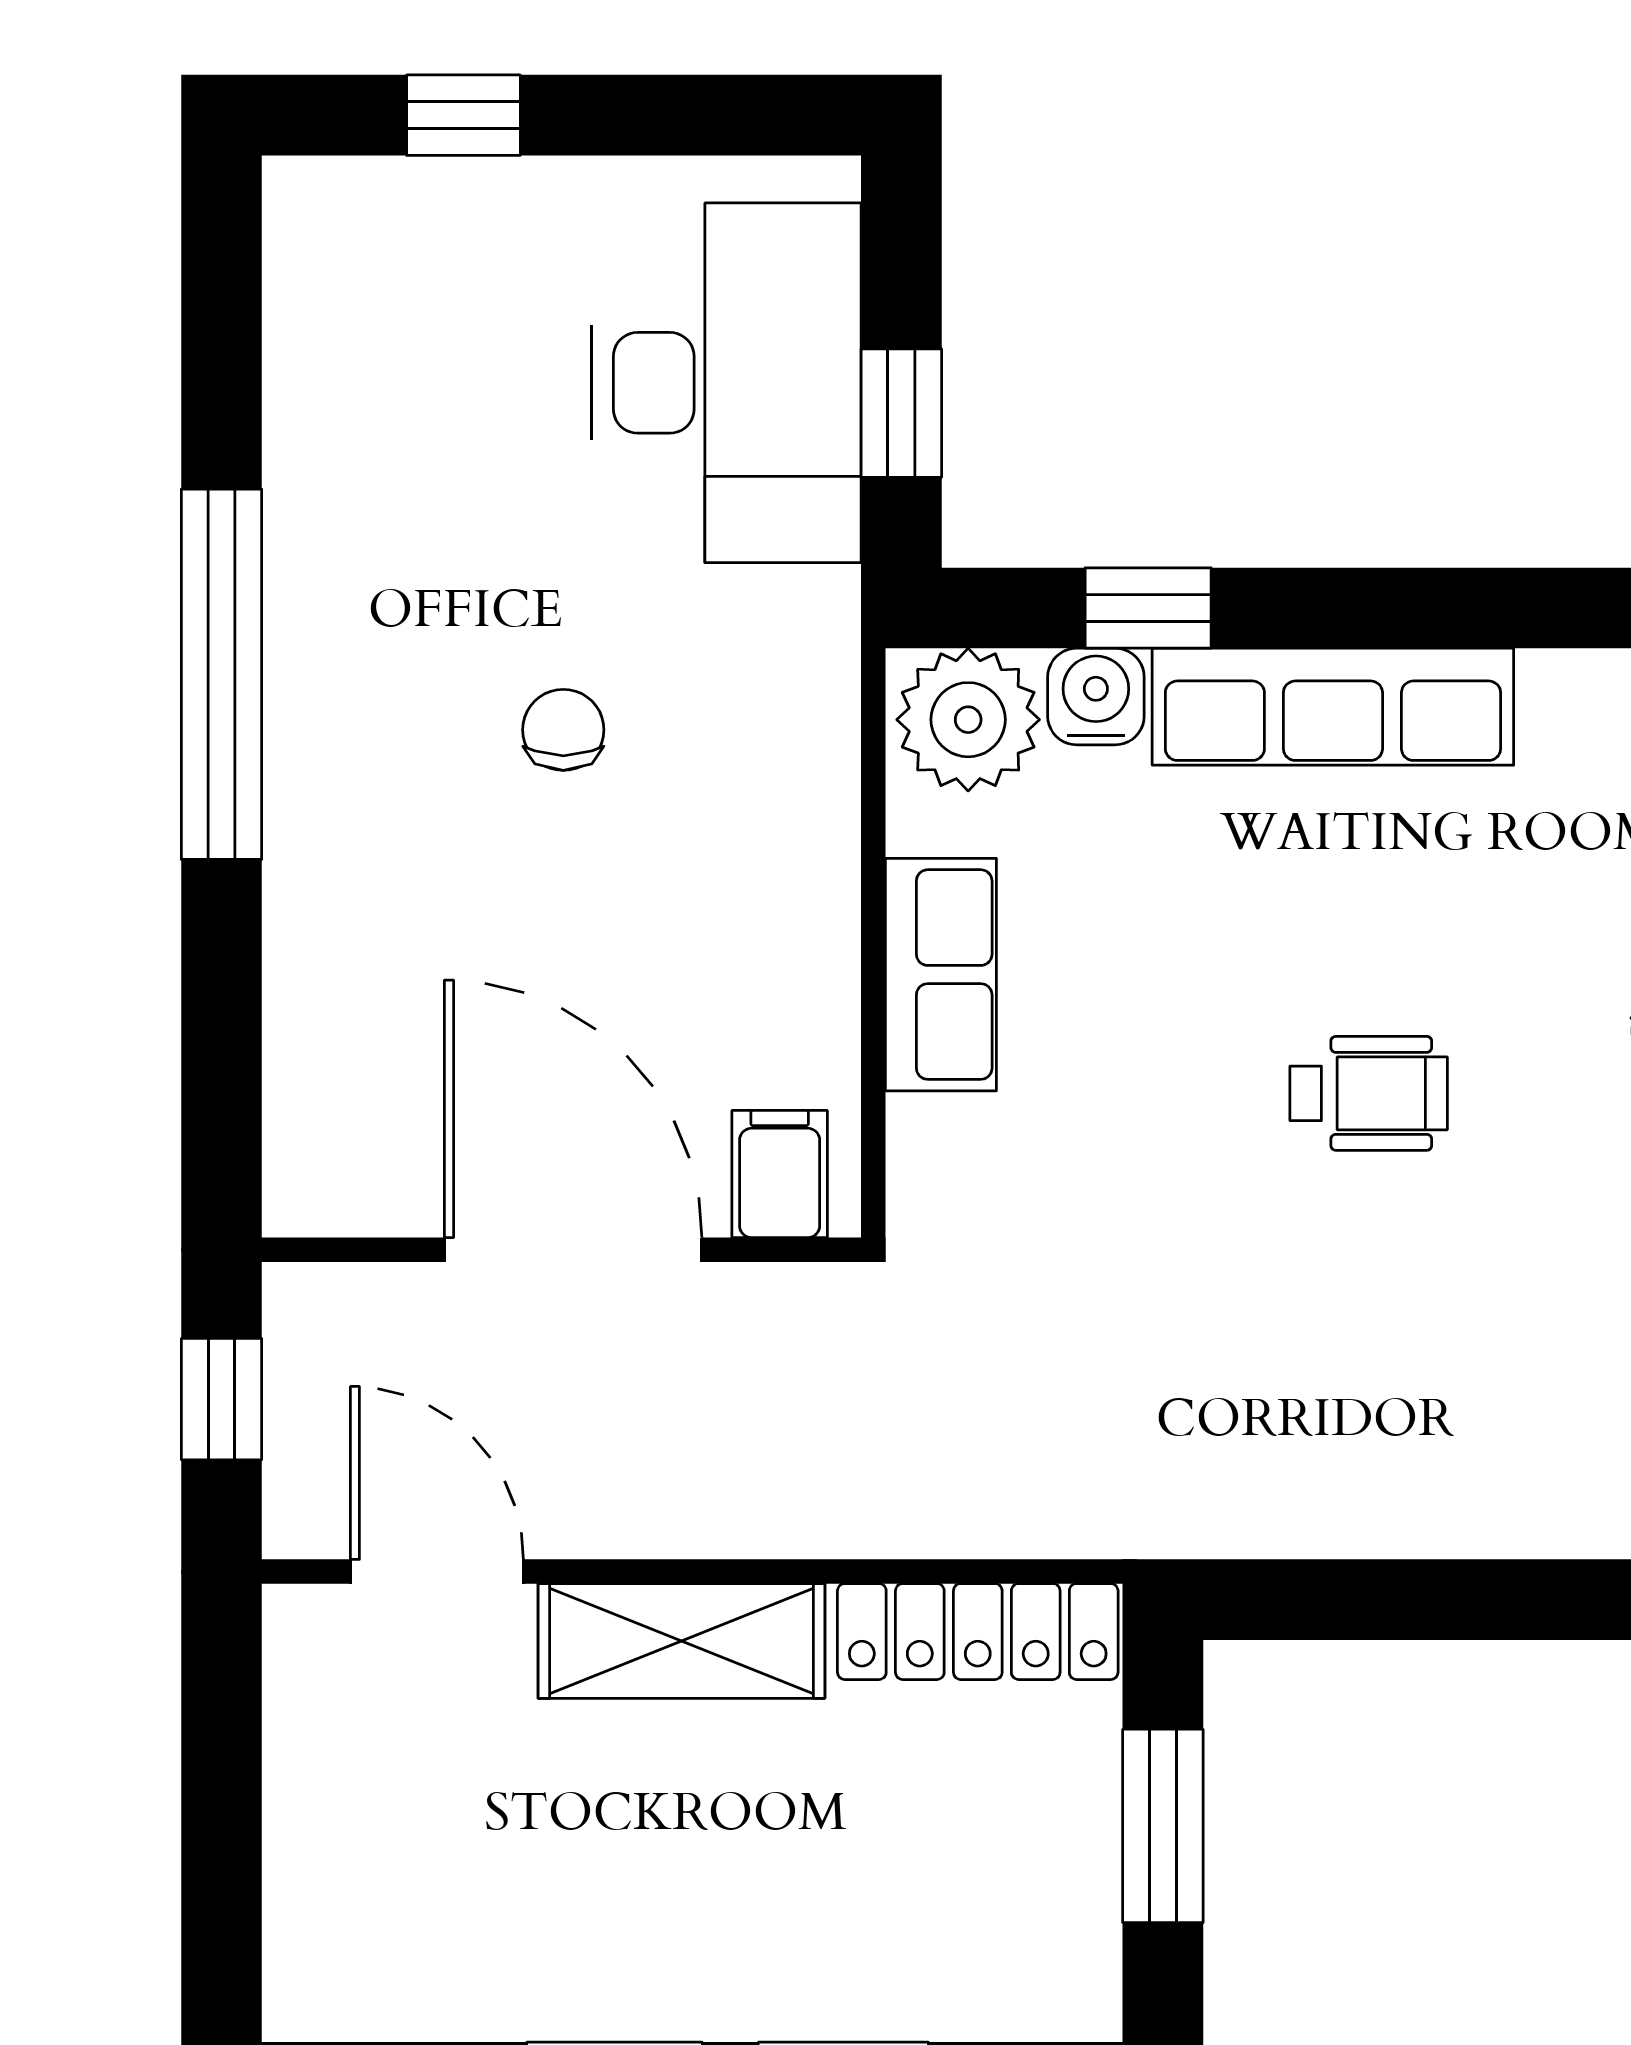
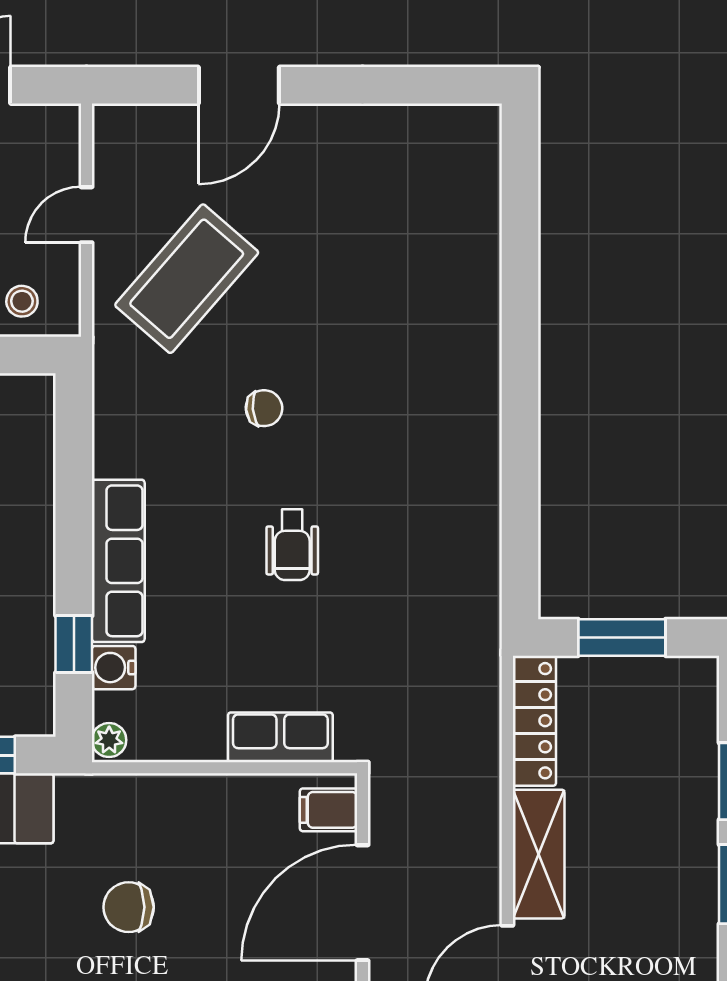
plant: (968, 720) -> (109, 740), width x0.53, depth x0.53
chair: (563, 730) -> (129, 907), width x1.37, depth x1.37
row of seats: (941, 975) -> (280, 737), moved
wheelchair: (1369, 1093) -> (292, 545), turned 180

